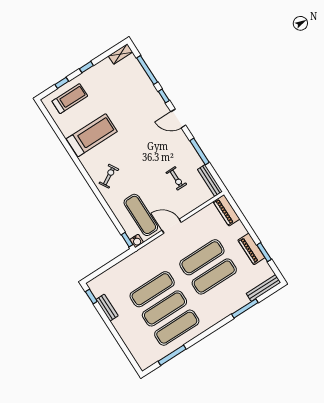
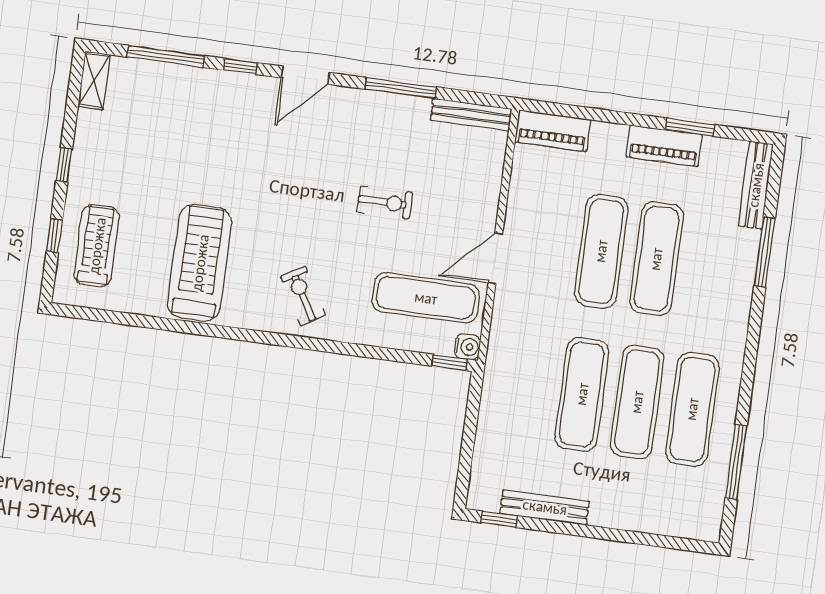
exercise bike: (176, 178) -> (385, 202), moved
bench: (107, 308) -> (545, 507), width x1.36

